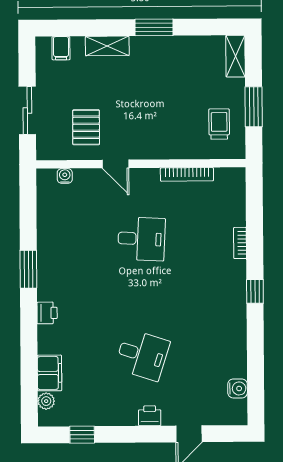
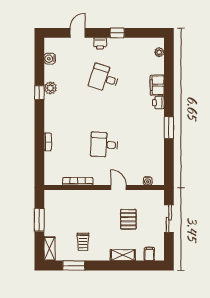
window: (154, 27) -> (74, 266), moved
trolley: (219, 124) -> (83, 242), moved
pallet: (86, 127) -> (128, 219), moved
window: (255, 291) -> (39, 93), moved
plant: (236, 337) -> (50, 88), added
filing cabinet: (49, 373) -> (157, 85), moved
window: (82, 435) -> (117, 33), moved

